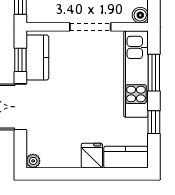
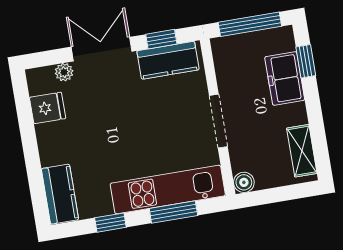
fridge: (92, 156) -> (48, 108), moved
plant: (33, 161) -> (64, 72), moved

